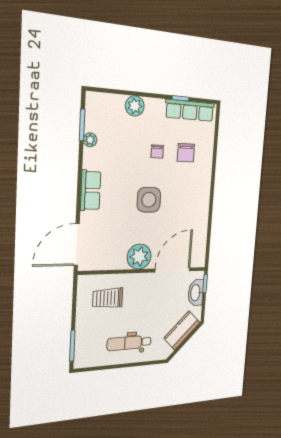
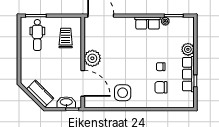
row of seats: (190, 110) -> (188, 74), moved
row of seats: (91, 190) -> (148, 23), moved
side table: (149, 200) -> (123, 93), moved
dental chair: (129, 343) -> (37, 35), moved, turned 180

